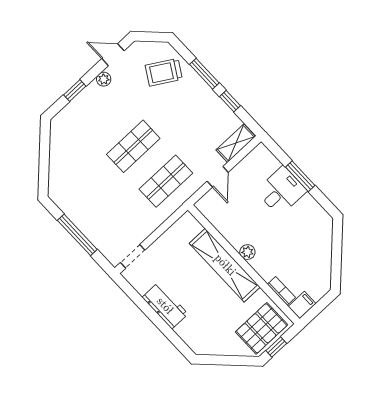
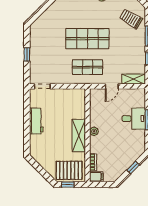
shop shelf: (133, 146) -> (87, 39), width x1.43, depth x1.36
window: (77, 235) -> (27, 54), width x0.46
window: (337, 251) -> (133, 167), added
shelving: (225, 265) -> (79, 135), width x0.68

